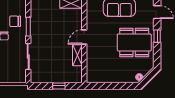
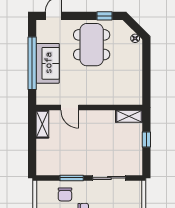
window: (157, 36) -> (104, 16), moved
door: (84, 37) -> (70, 108), moved
shelving: (77, 55) -> (129, 116), moved

